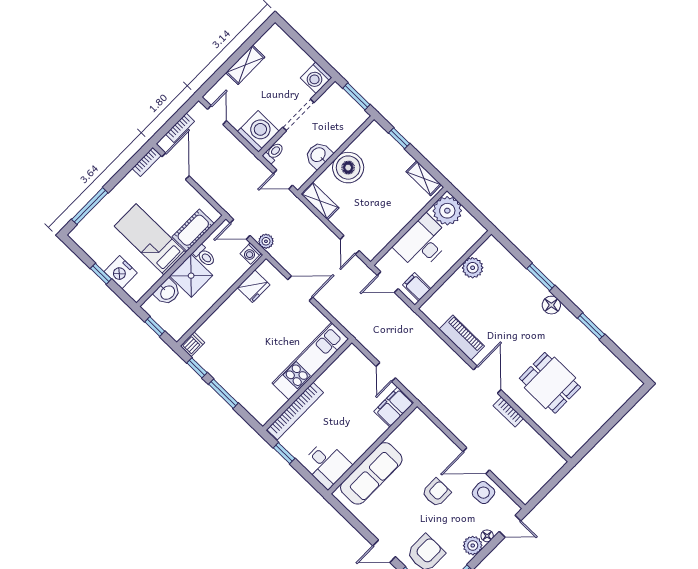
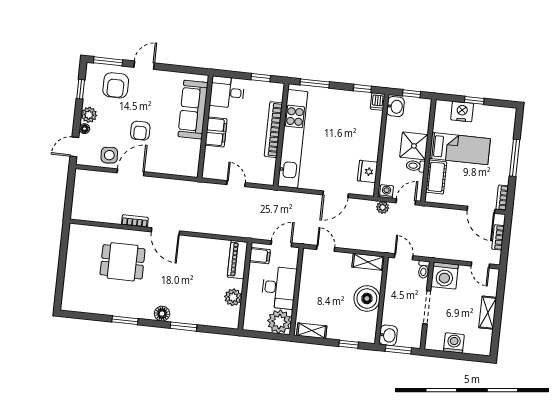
washing machine: (316, 78) -> (454, 343), moved
washbasin: (318, 155) -> (388, 335), moved
door: (283, 179) -> (404, 257), hinge flipped
window: (90, 206) -> (515, 158), moved
washbasin: (167, 292) -> (396, 107), moved, turned 180
piano: (462, 338) -> (238, 260), moved, turned 90
kitchen unit: (310, 361) -> (293, 139), width x1.36
window: (223, 394) -> (315, 83), moved
filing cabinet: (394, 407) -> (216, 132), moved
bookcase: (295, 411) -> (273, 130), moved

